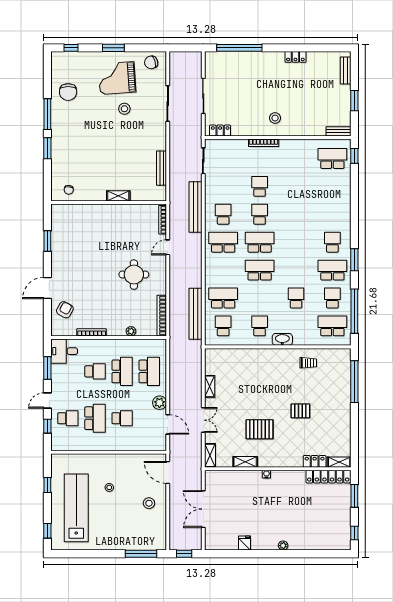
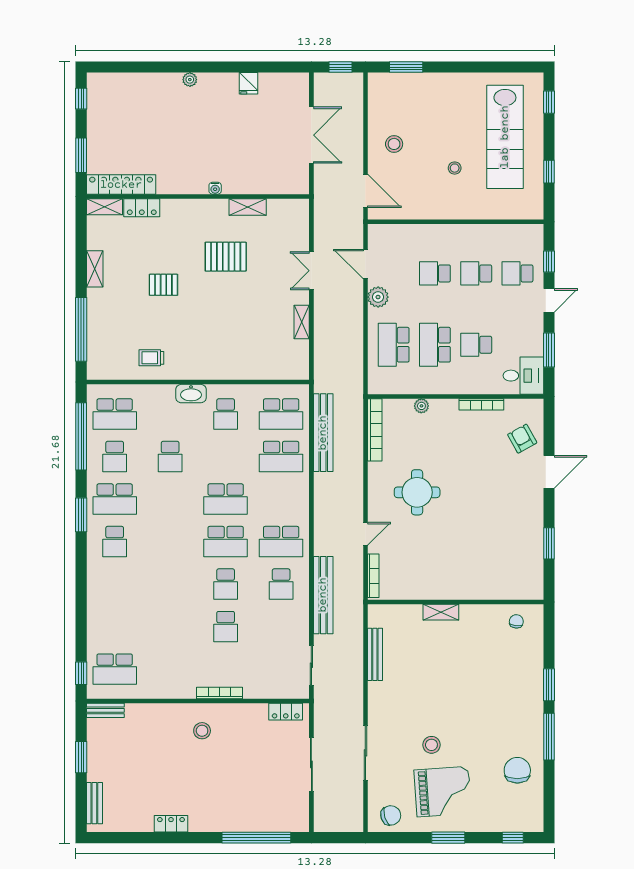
armchair: (65, 310) -> (522, 439), turned 122
school desk: (223, 326) -> (281, 414), width x1.85
school desk: (95, 418) -> (476, 273), width x0.54
shelving: (210, 455) -> (95, 269), moved
window: (141, 554) -> (406, 67), width x0.69

